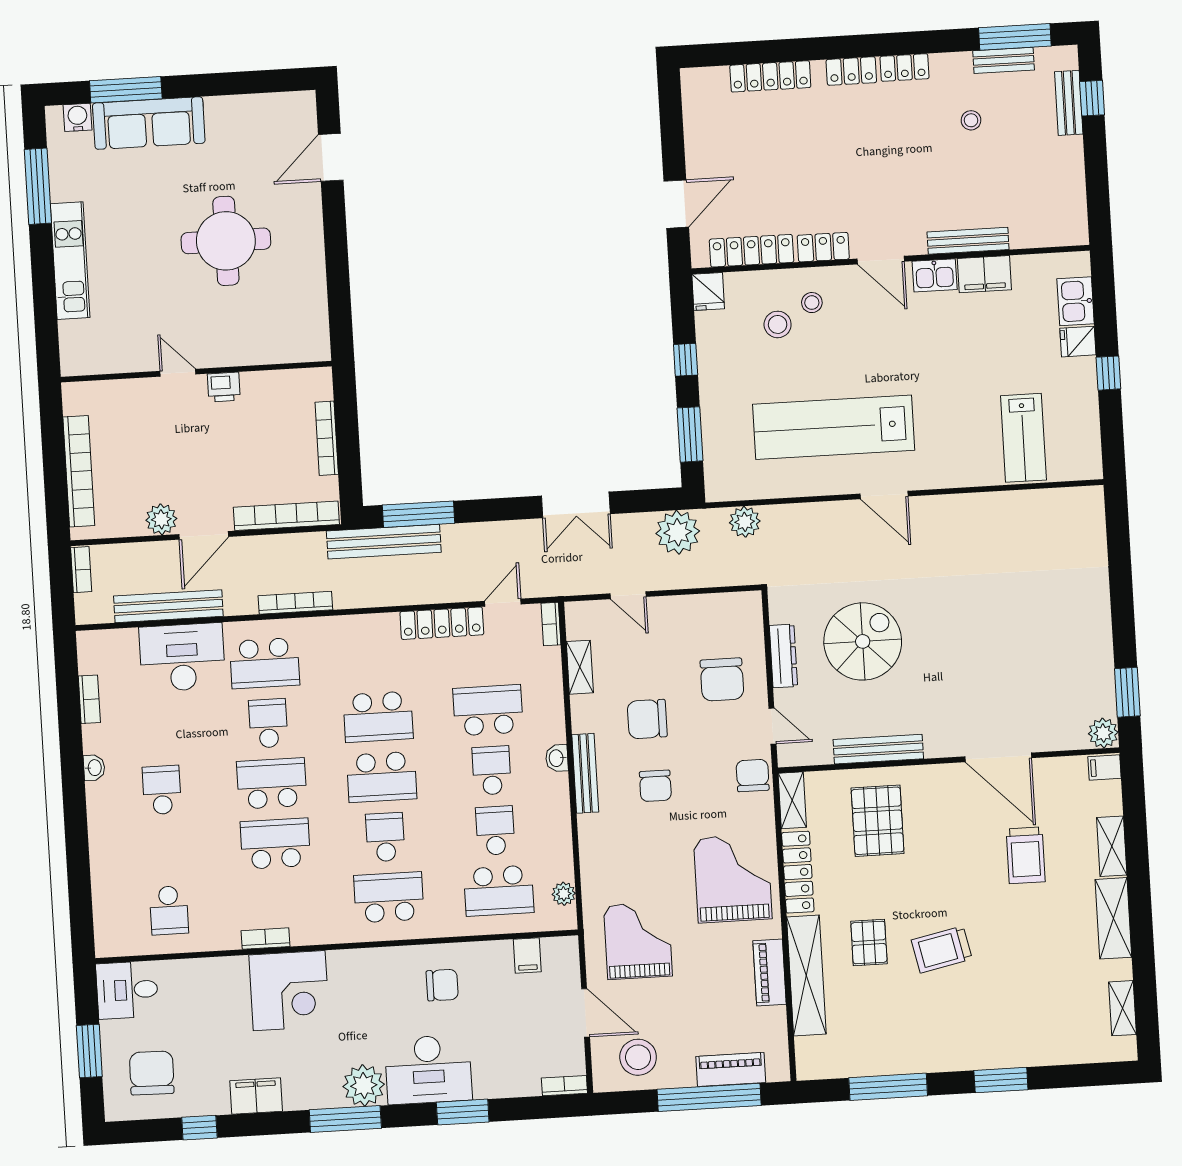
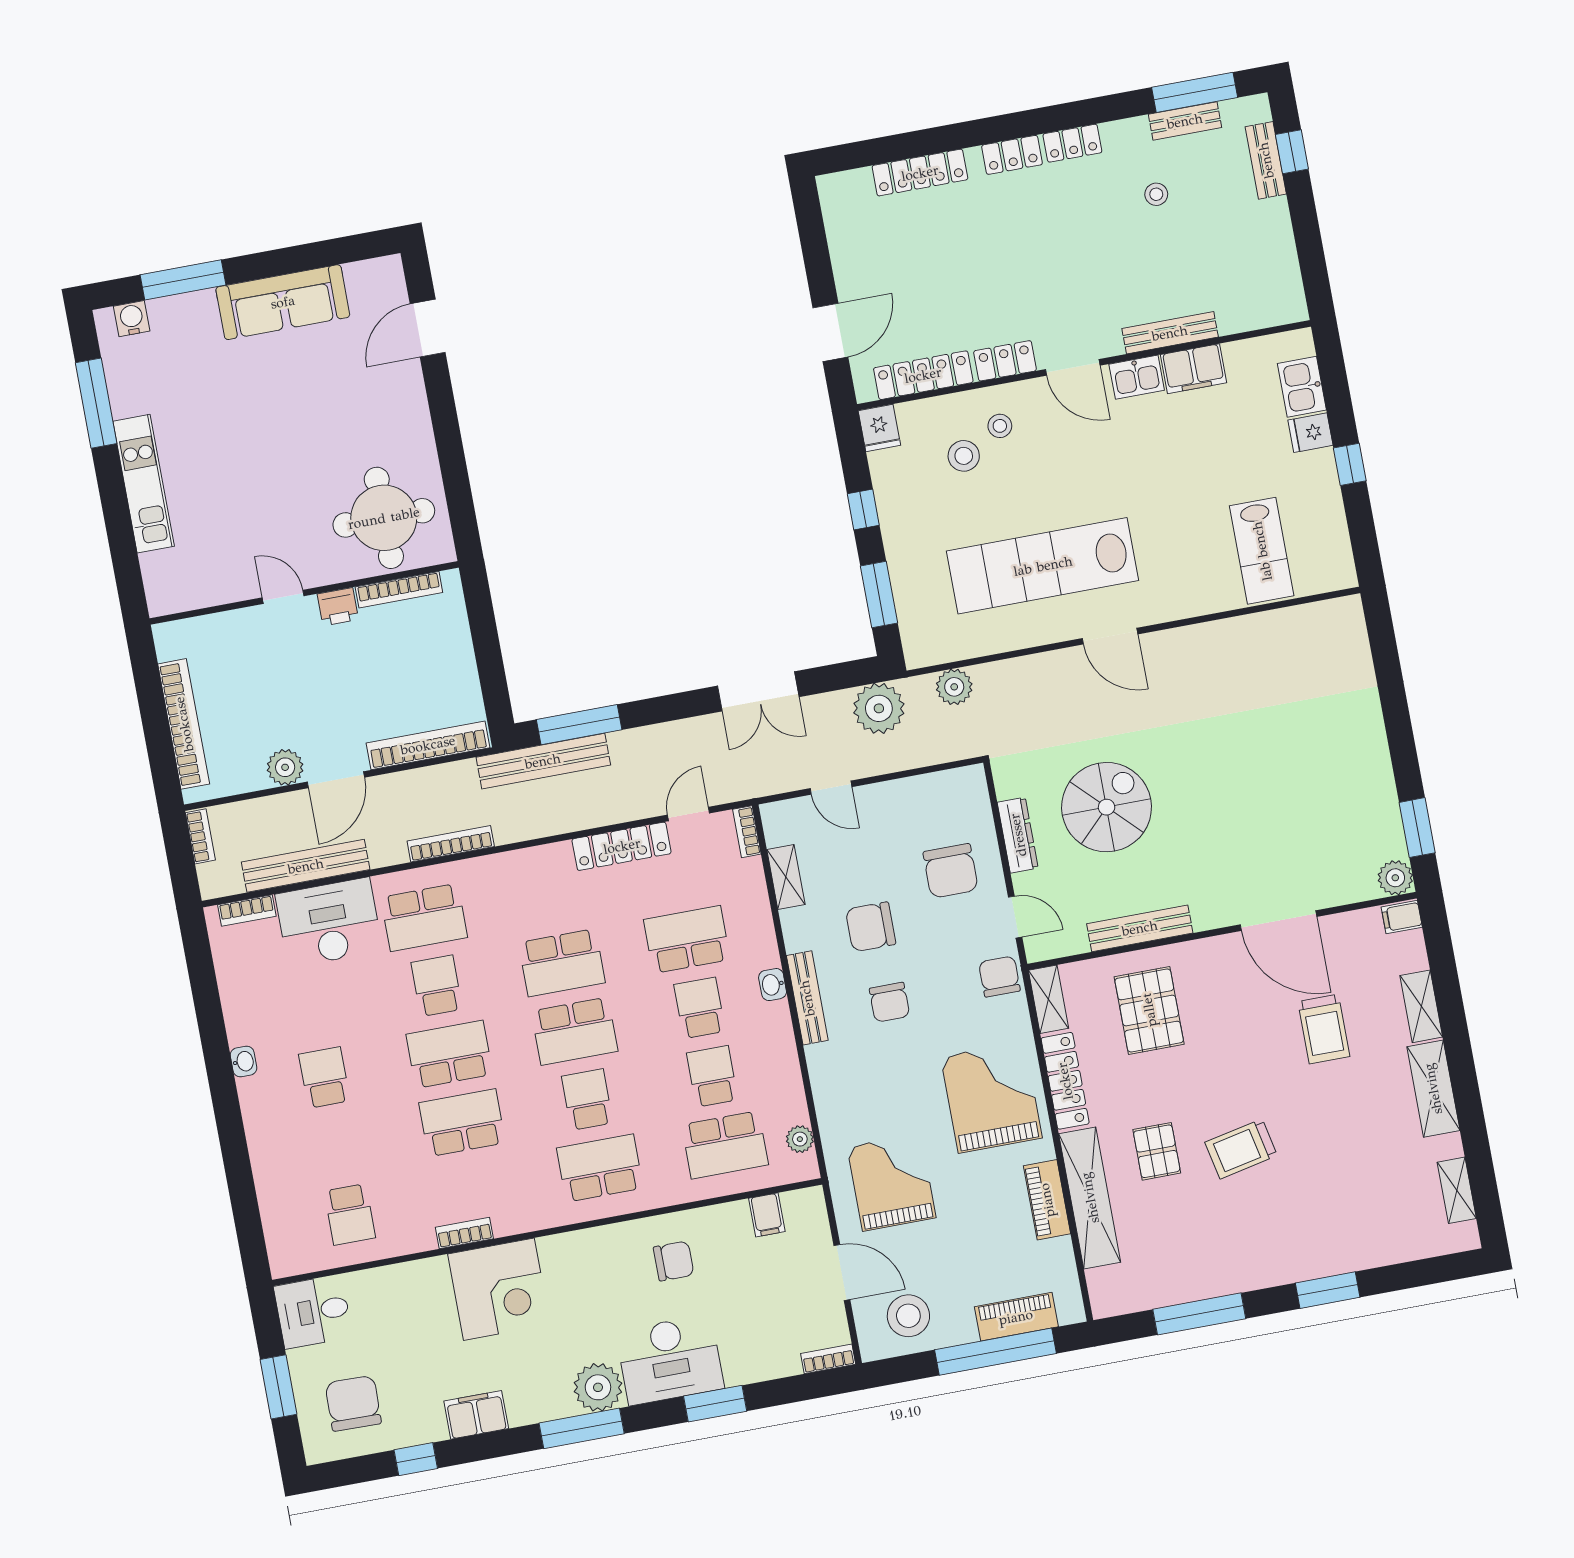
sofa: (149, 123) -> (283, 302), moved
round table: (226, 241) -> (384, 518), moved
bookcase: (327, 438) -> (399, 590), moved, turned -90
bookcase: (89, 699) -> (247, 910), moved, turned 90

